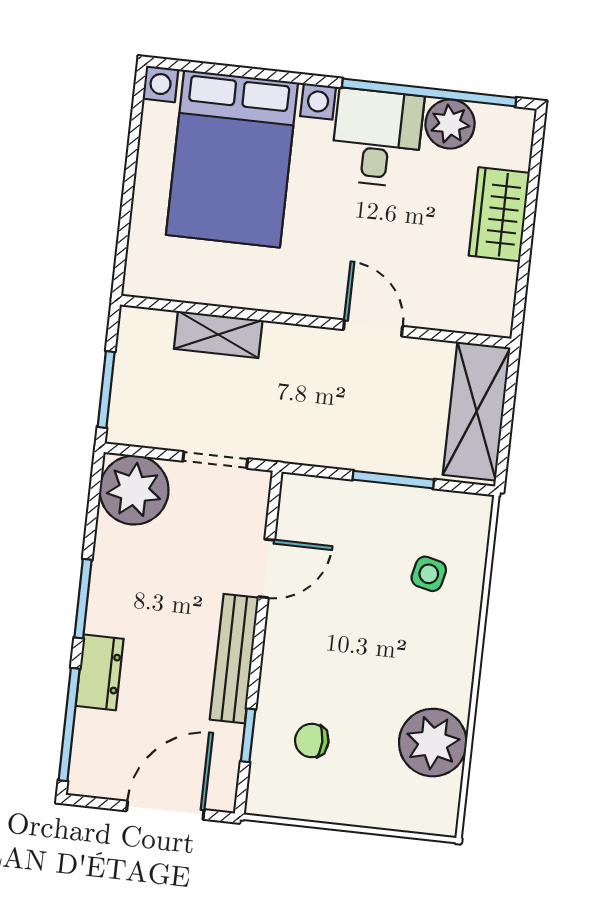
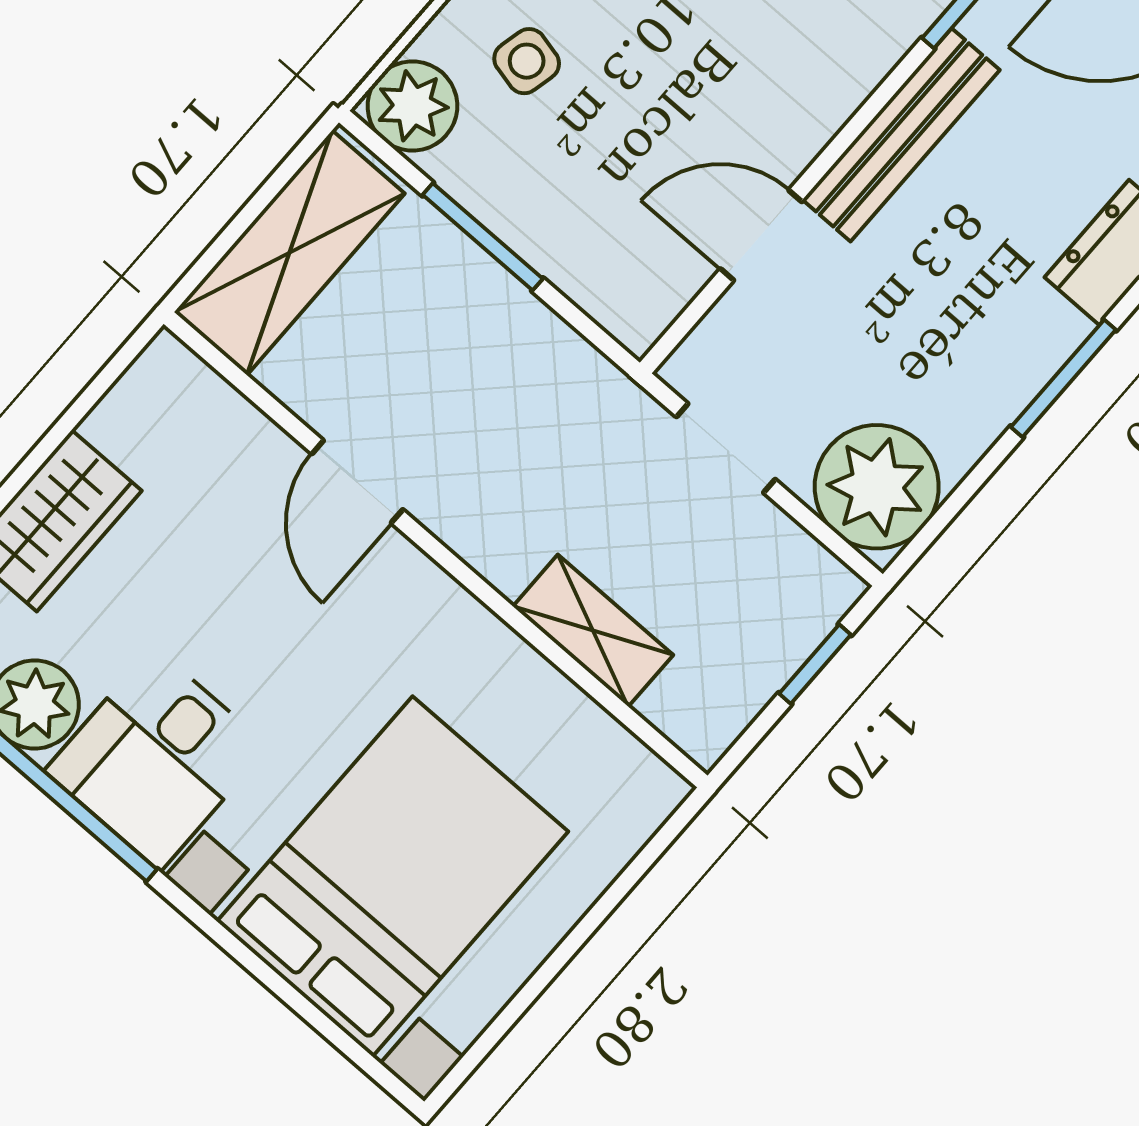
window: (106, 389) -> (815, 664), width x0.67
plant: (467, 517) -> (412, 106), added

